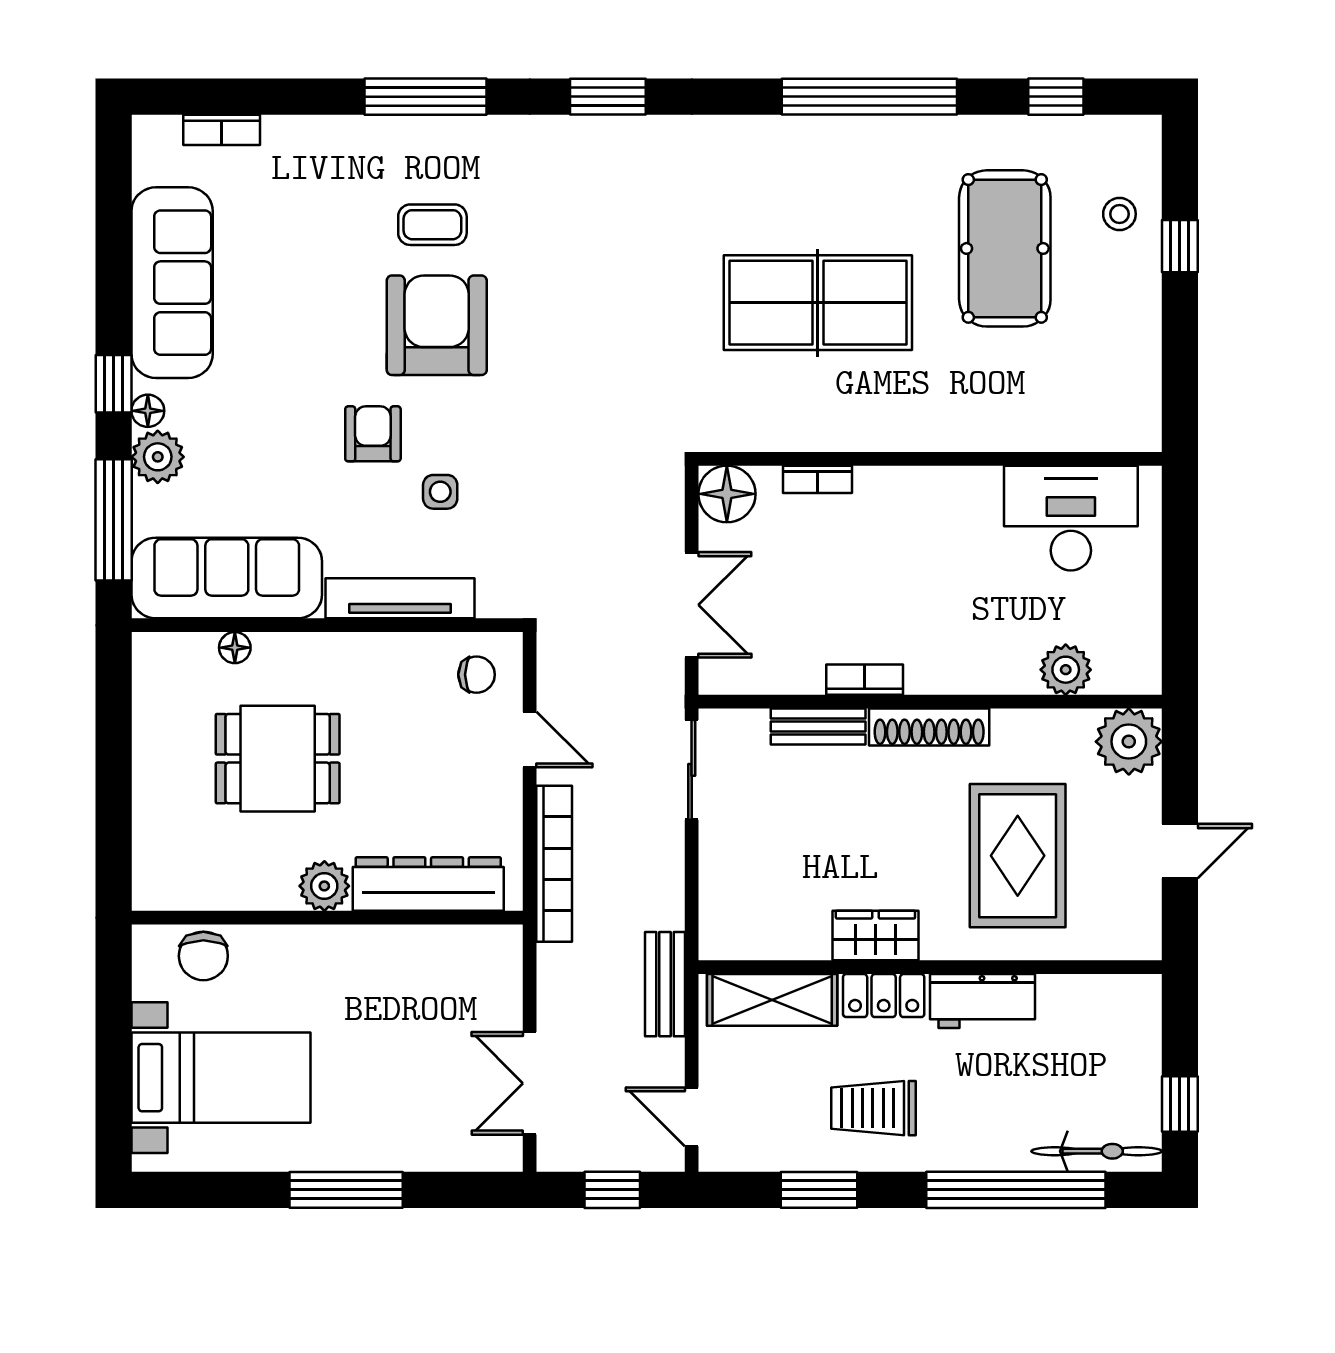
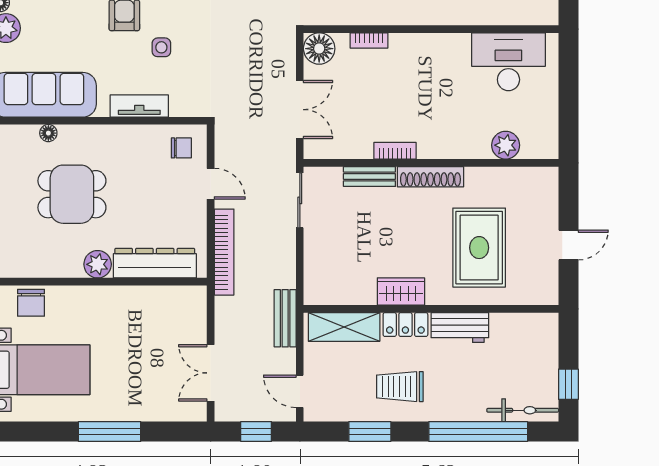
tv unit: (400, 598) -> (139, 106), width x0.71
plant: (1129, 742) -> (540, 185), removed

